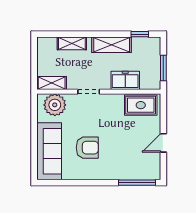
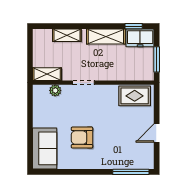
freezer: (125, 80) -> (140, 38), moved, turned 180
plant: (55, 105) -> (55, 90), width x0.53, depth x0.53
armchair: (87, 148) -> (82, 138), turned 180
sofa: (49, 151) -> (45, 148), width x0.73

